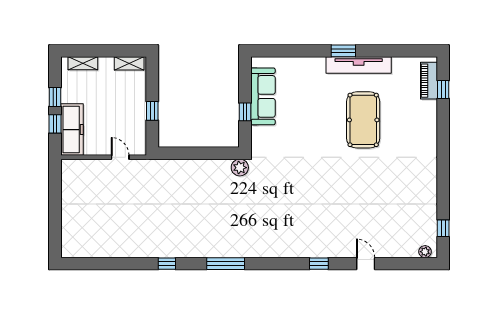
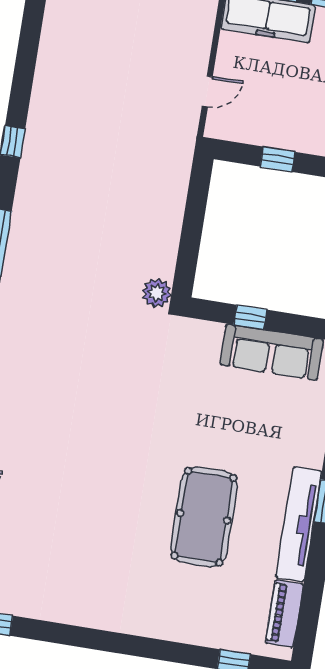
piano: (429, 81) -> (284, 614), moved, turned -90
pool table: (363, 120) -> (204, 517), turned 90

